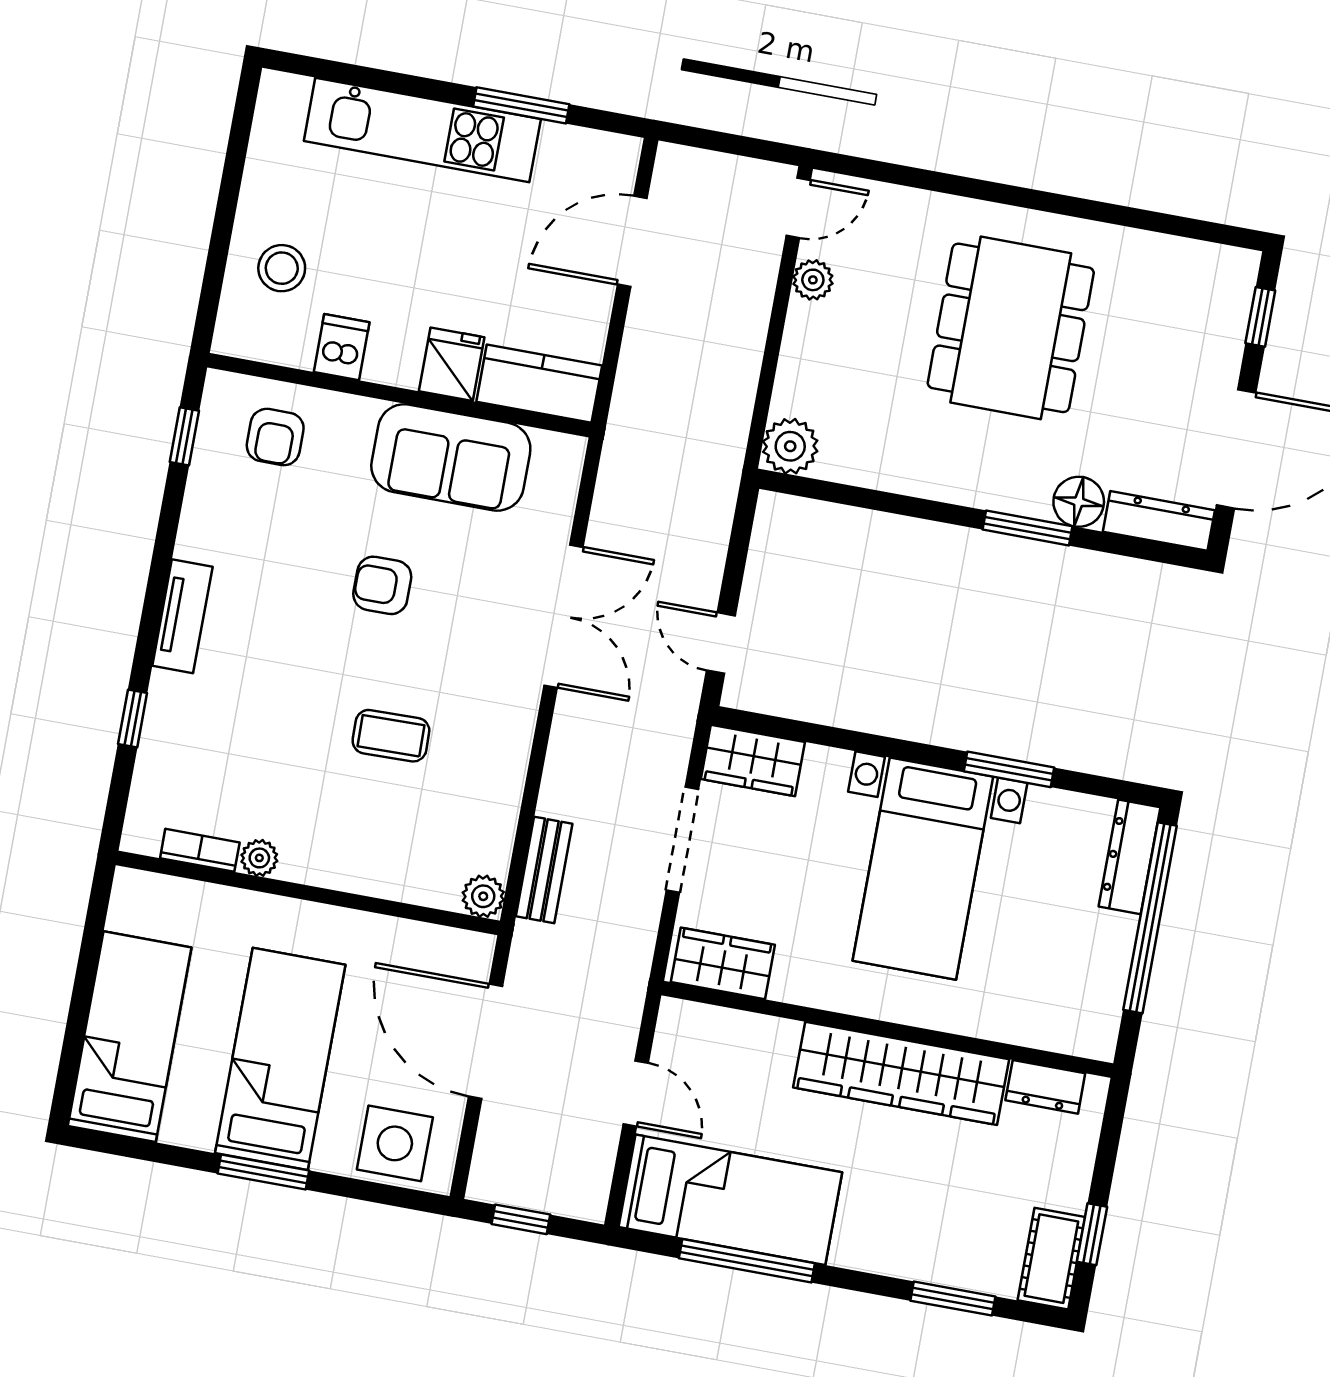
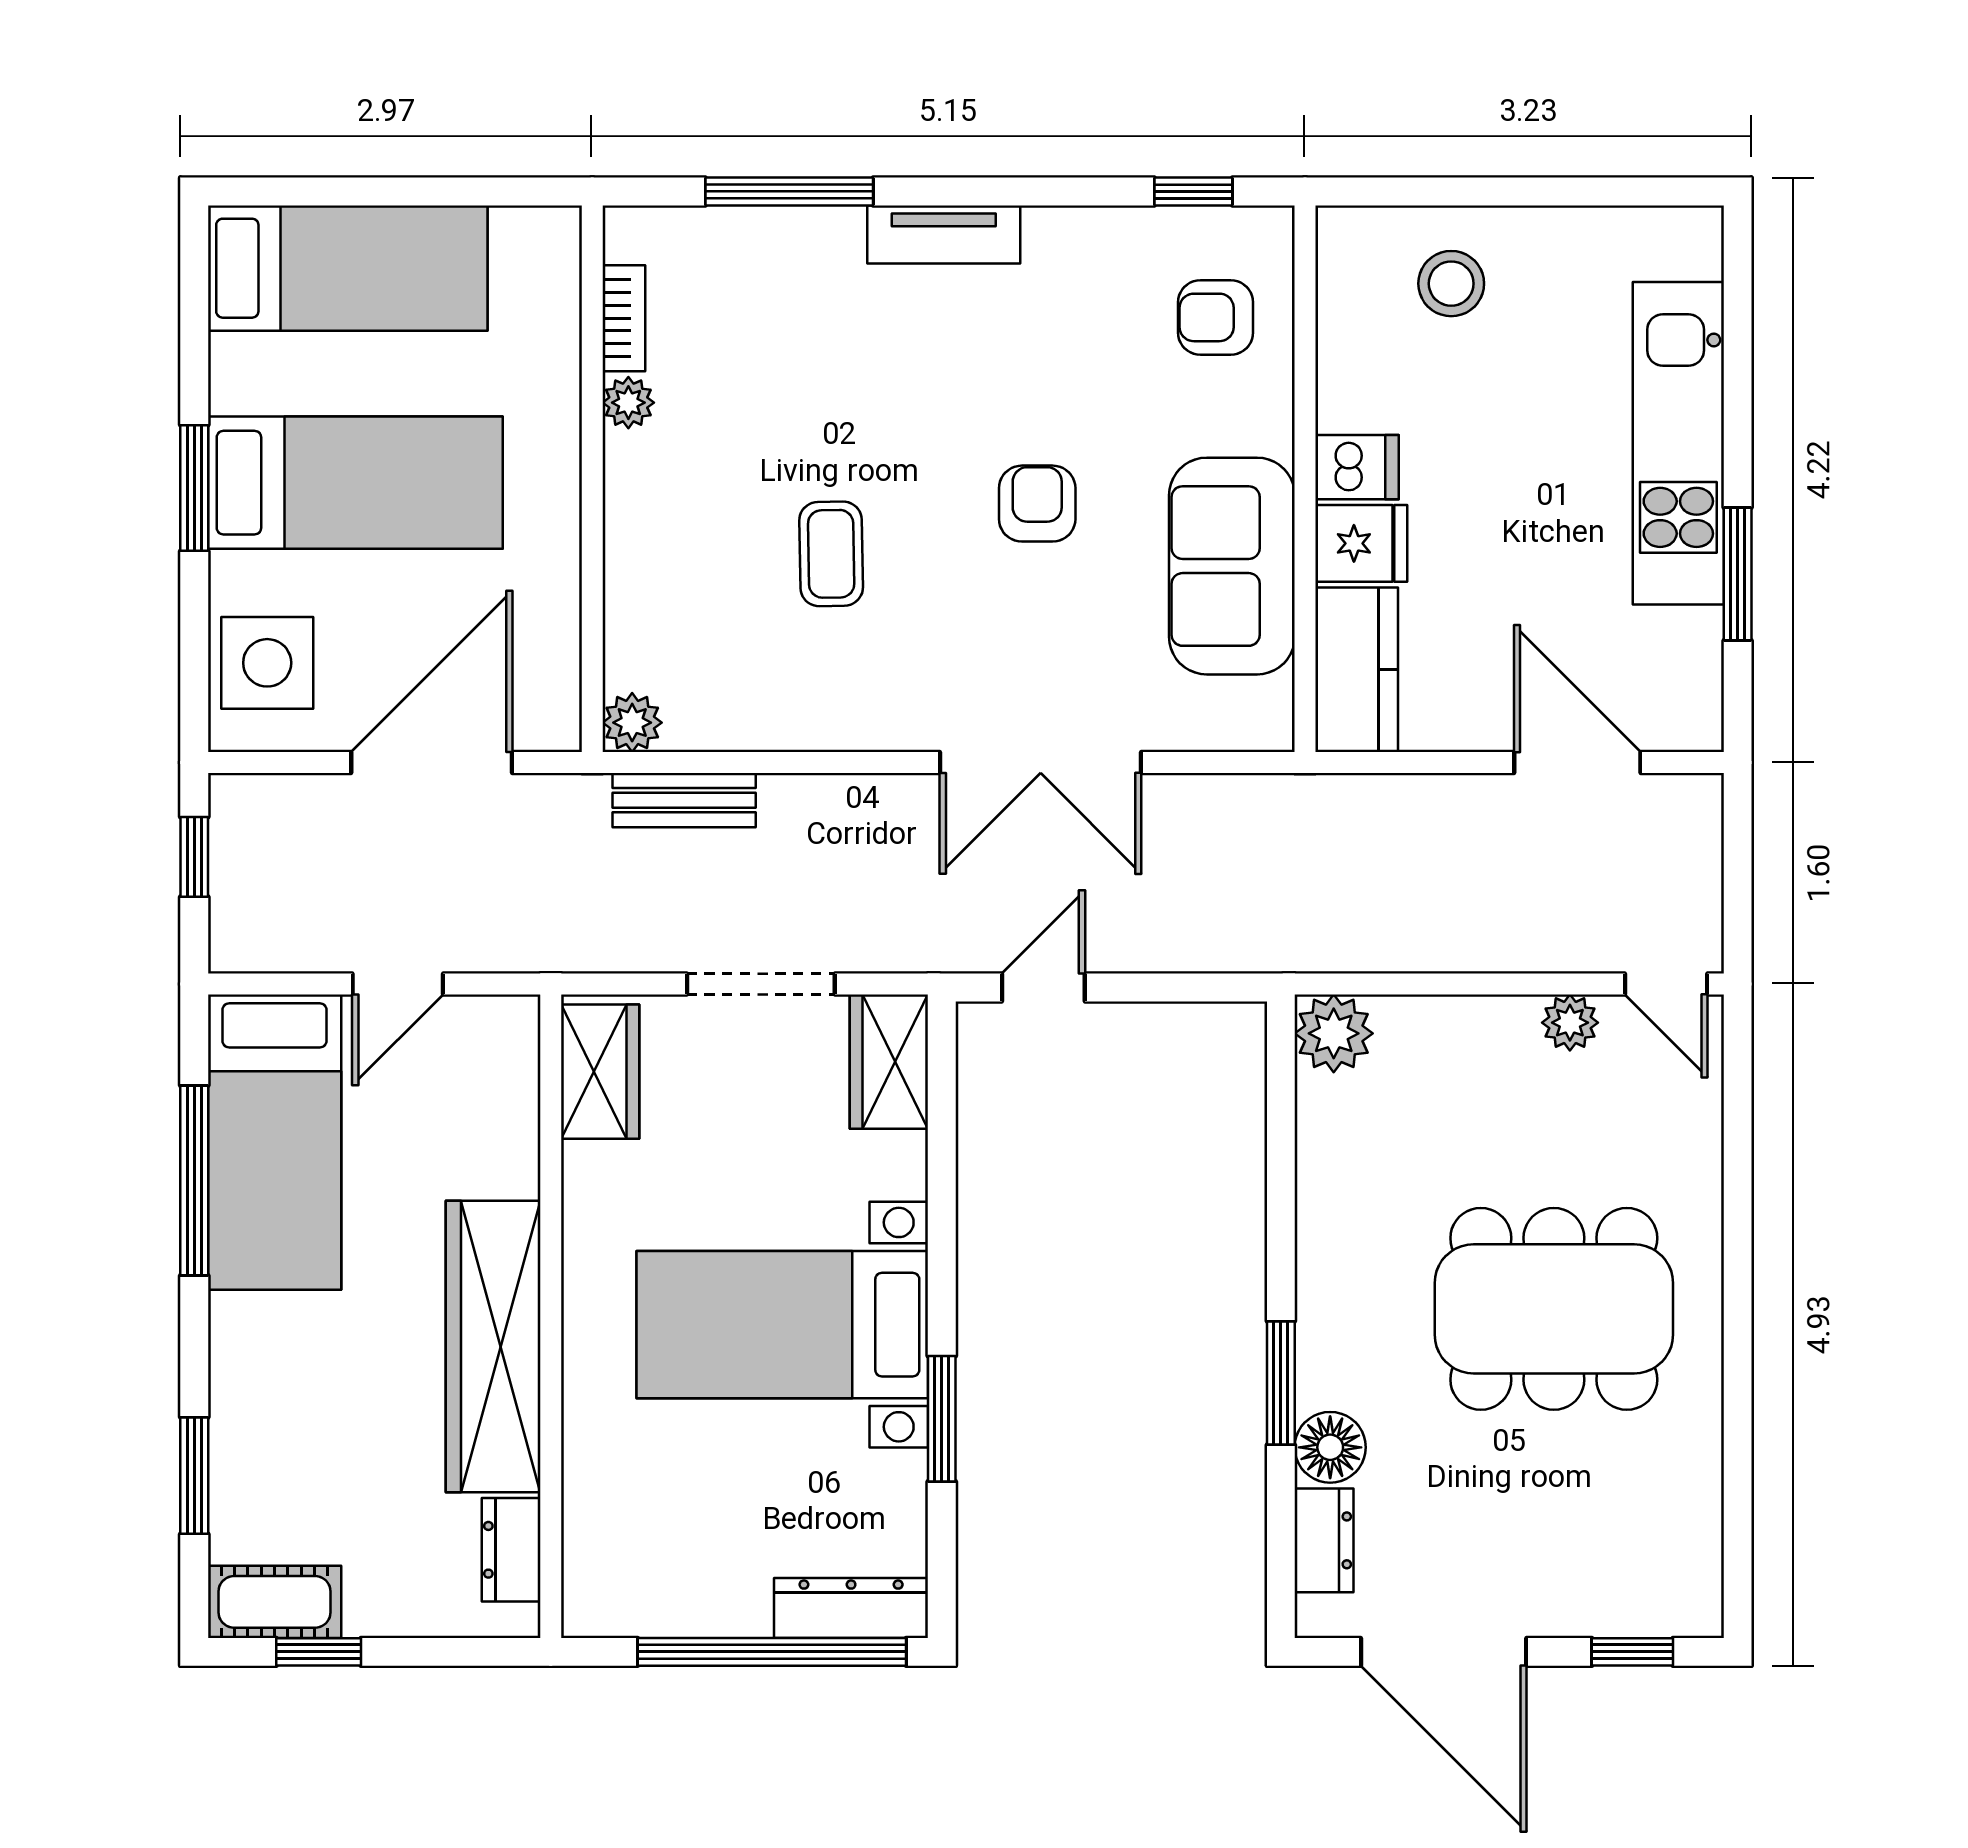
dishwasher: (342, 347) -> (1357, 467), moved
dresser: (1159, 521) -> (1324, 1540), width x0.70
window: (133, 719) -> (789, 191), width x2.17

